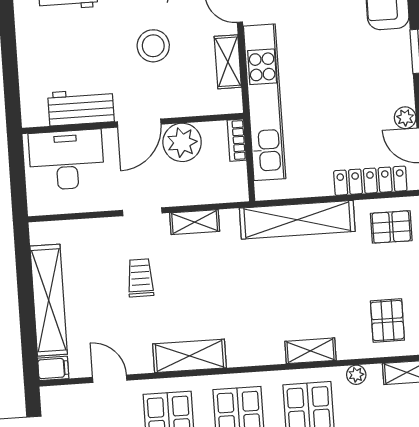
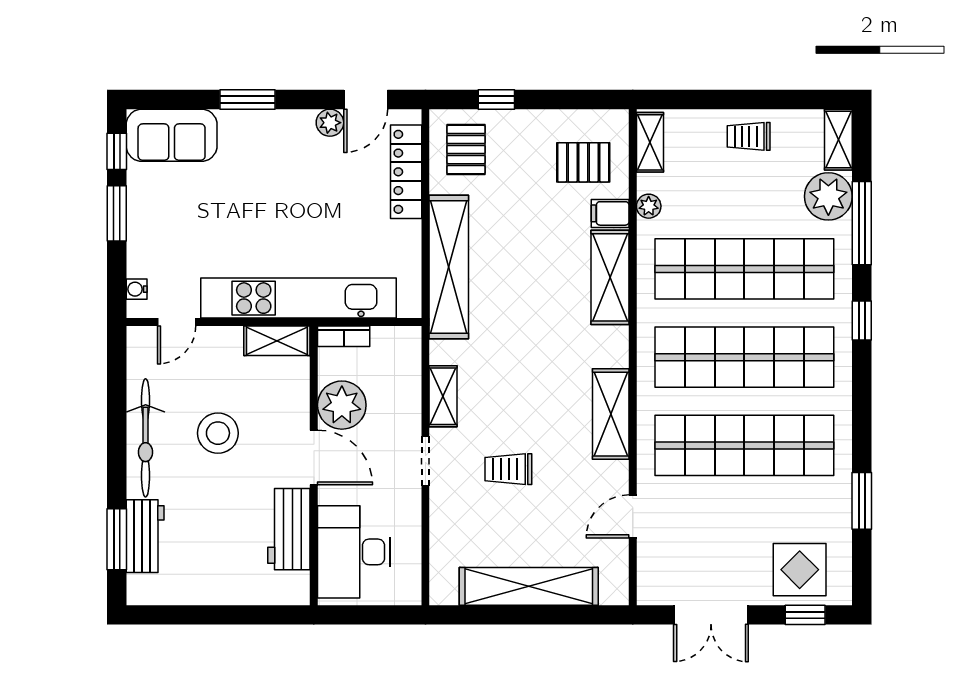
shelving: (228, 62) -> (277, 341), moved
shelving: (311, 351) -> (610, 277), width x1.50, depth x1.33
filing cabinet: (53, 368) -> (610, 213), moved, turned -90

